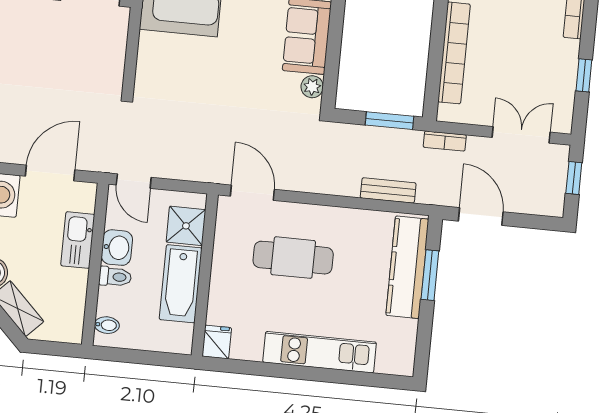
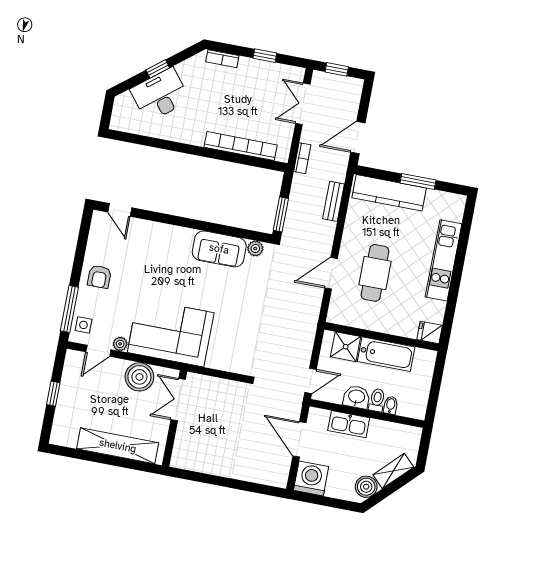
window: (390, 121) -> (281, 214), moved
door: (252, 193) -> (331, 273), moved
window: (430, 275) -> (418, 182), moved
bidet: (107, 325) -> (391, 405), moved

